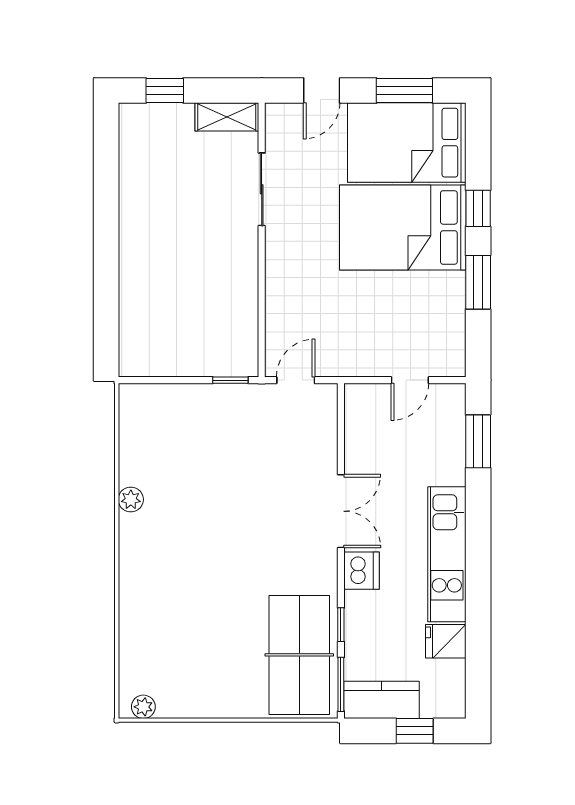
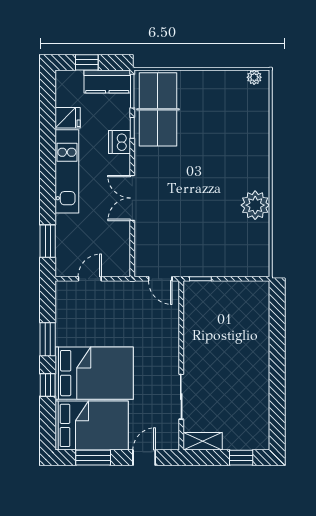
door: (296, 380) -> (160, 279), hinge flipped
plant: (131, 500) -> (255, 205), width x1.88, depth x1.88
dishwasher: (362, 571) -> (120, 142), moved

